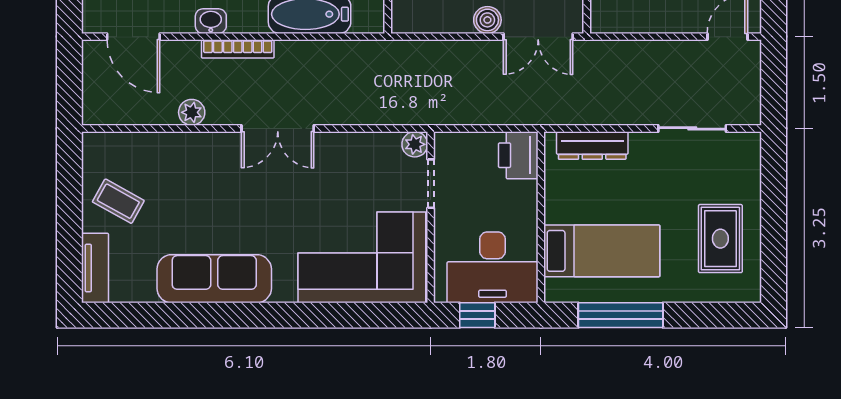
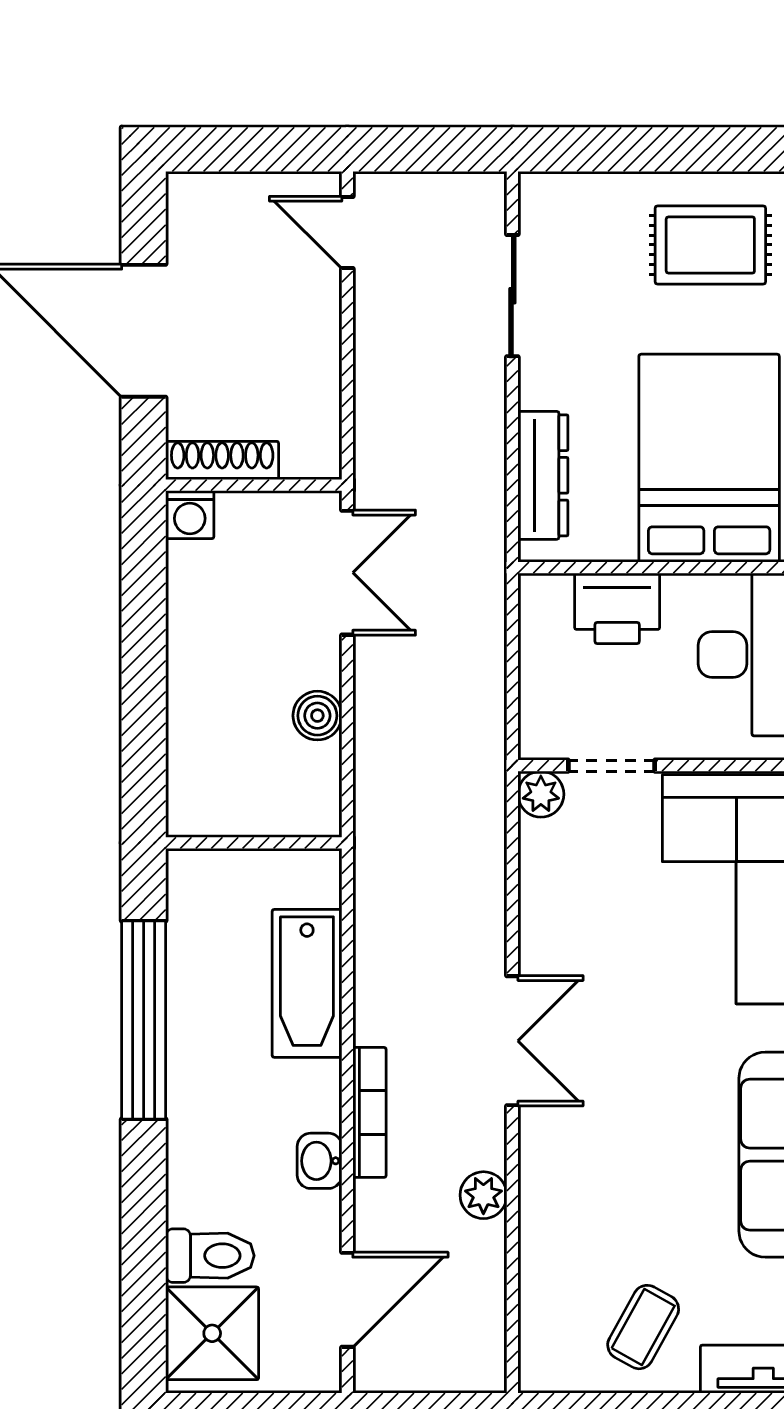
boiler: (487, 20) -> (317, 716), moved
printer: (518, 155) -> (617, 608), moved
bed: (602, 251) -> (709, 458), width x1.50

